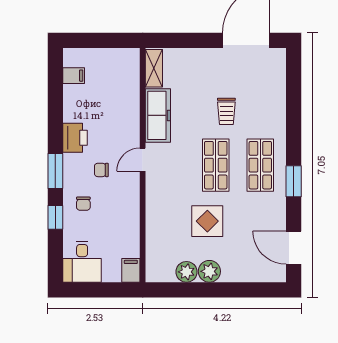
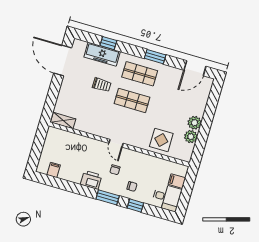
window: (294, 103) -> (108, 43), added
freezer: (158, 115) -> (102, 54), moved, turned 180
display table: (207, 221) -> (161, 140), moved
filing cabinet: (131, 270) -> (177, 181), moved

